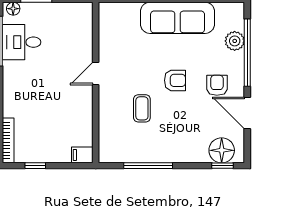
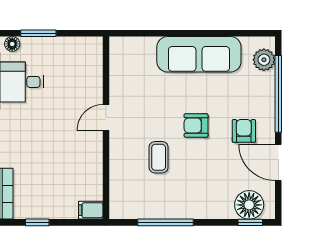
plant: (235, 41) -> (264, 60), moved
armchair: (175, 80) -> (196, 125), turned 180

